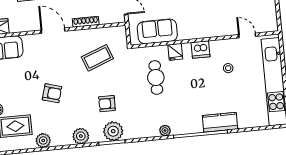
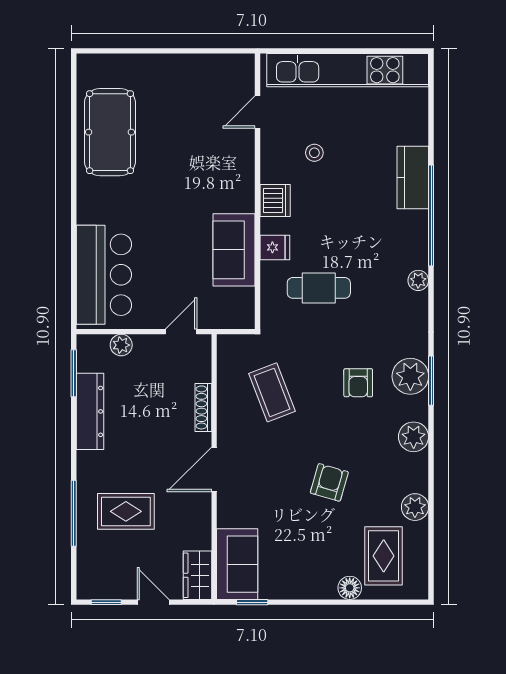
sofa: (157, 31) -> (234, 250), moved

